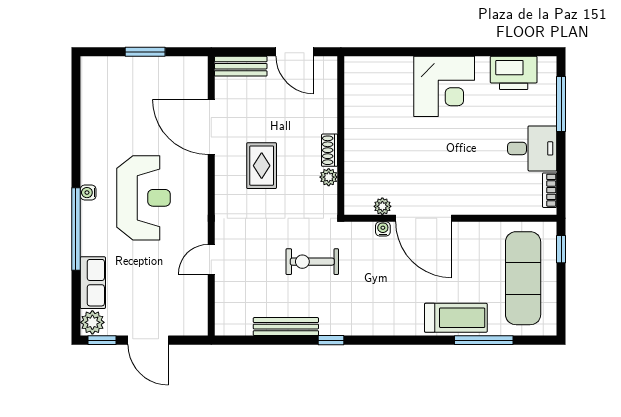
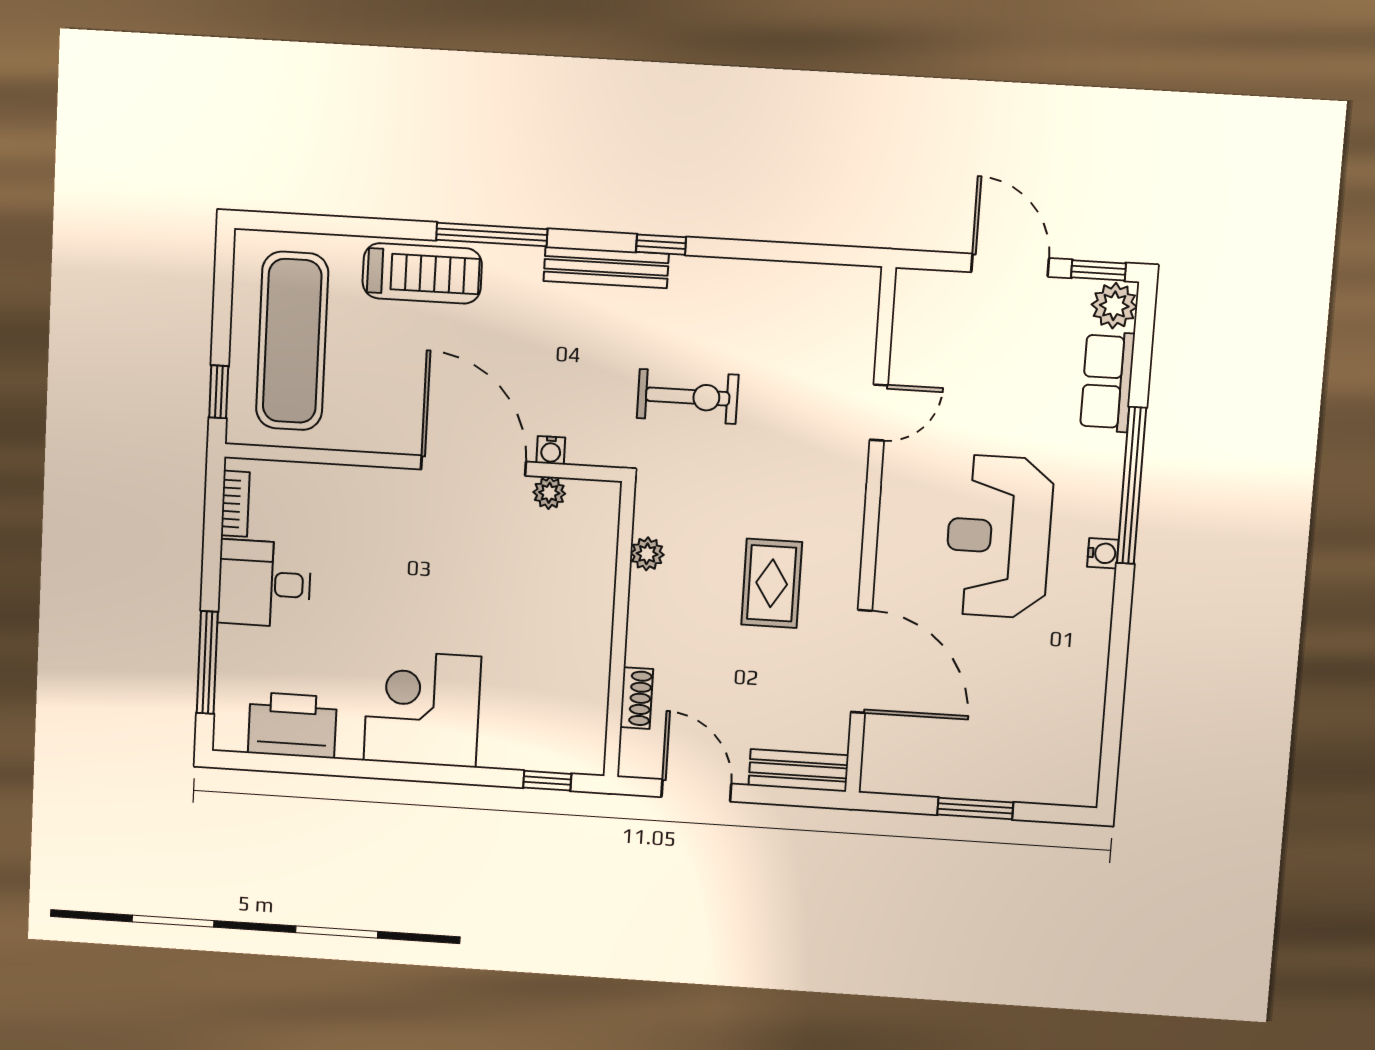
window: (375, 52) -> (547, 781), added
shoe rack: (330, 150) -> (637, 698), moved
treadmill: (456, 318) -> (422, 273), turned 180
bench: (286, 327) -> (606, 267), moved
window: (484, 340) -> (492, 235), moved

